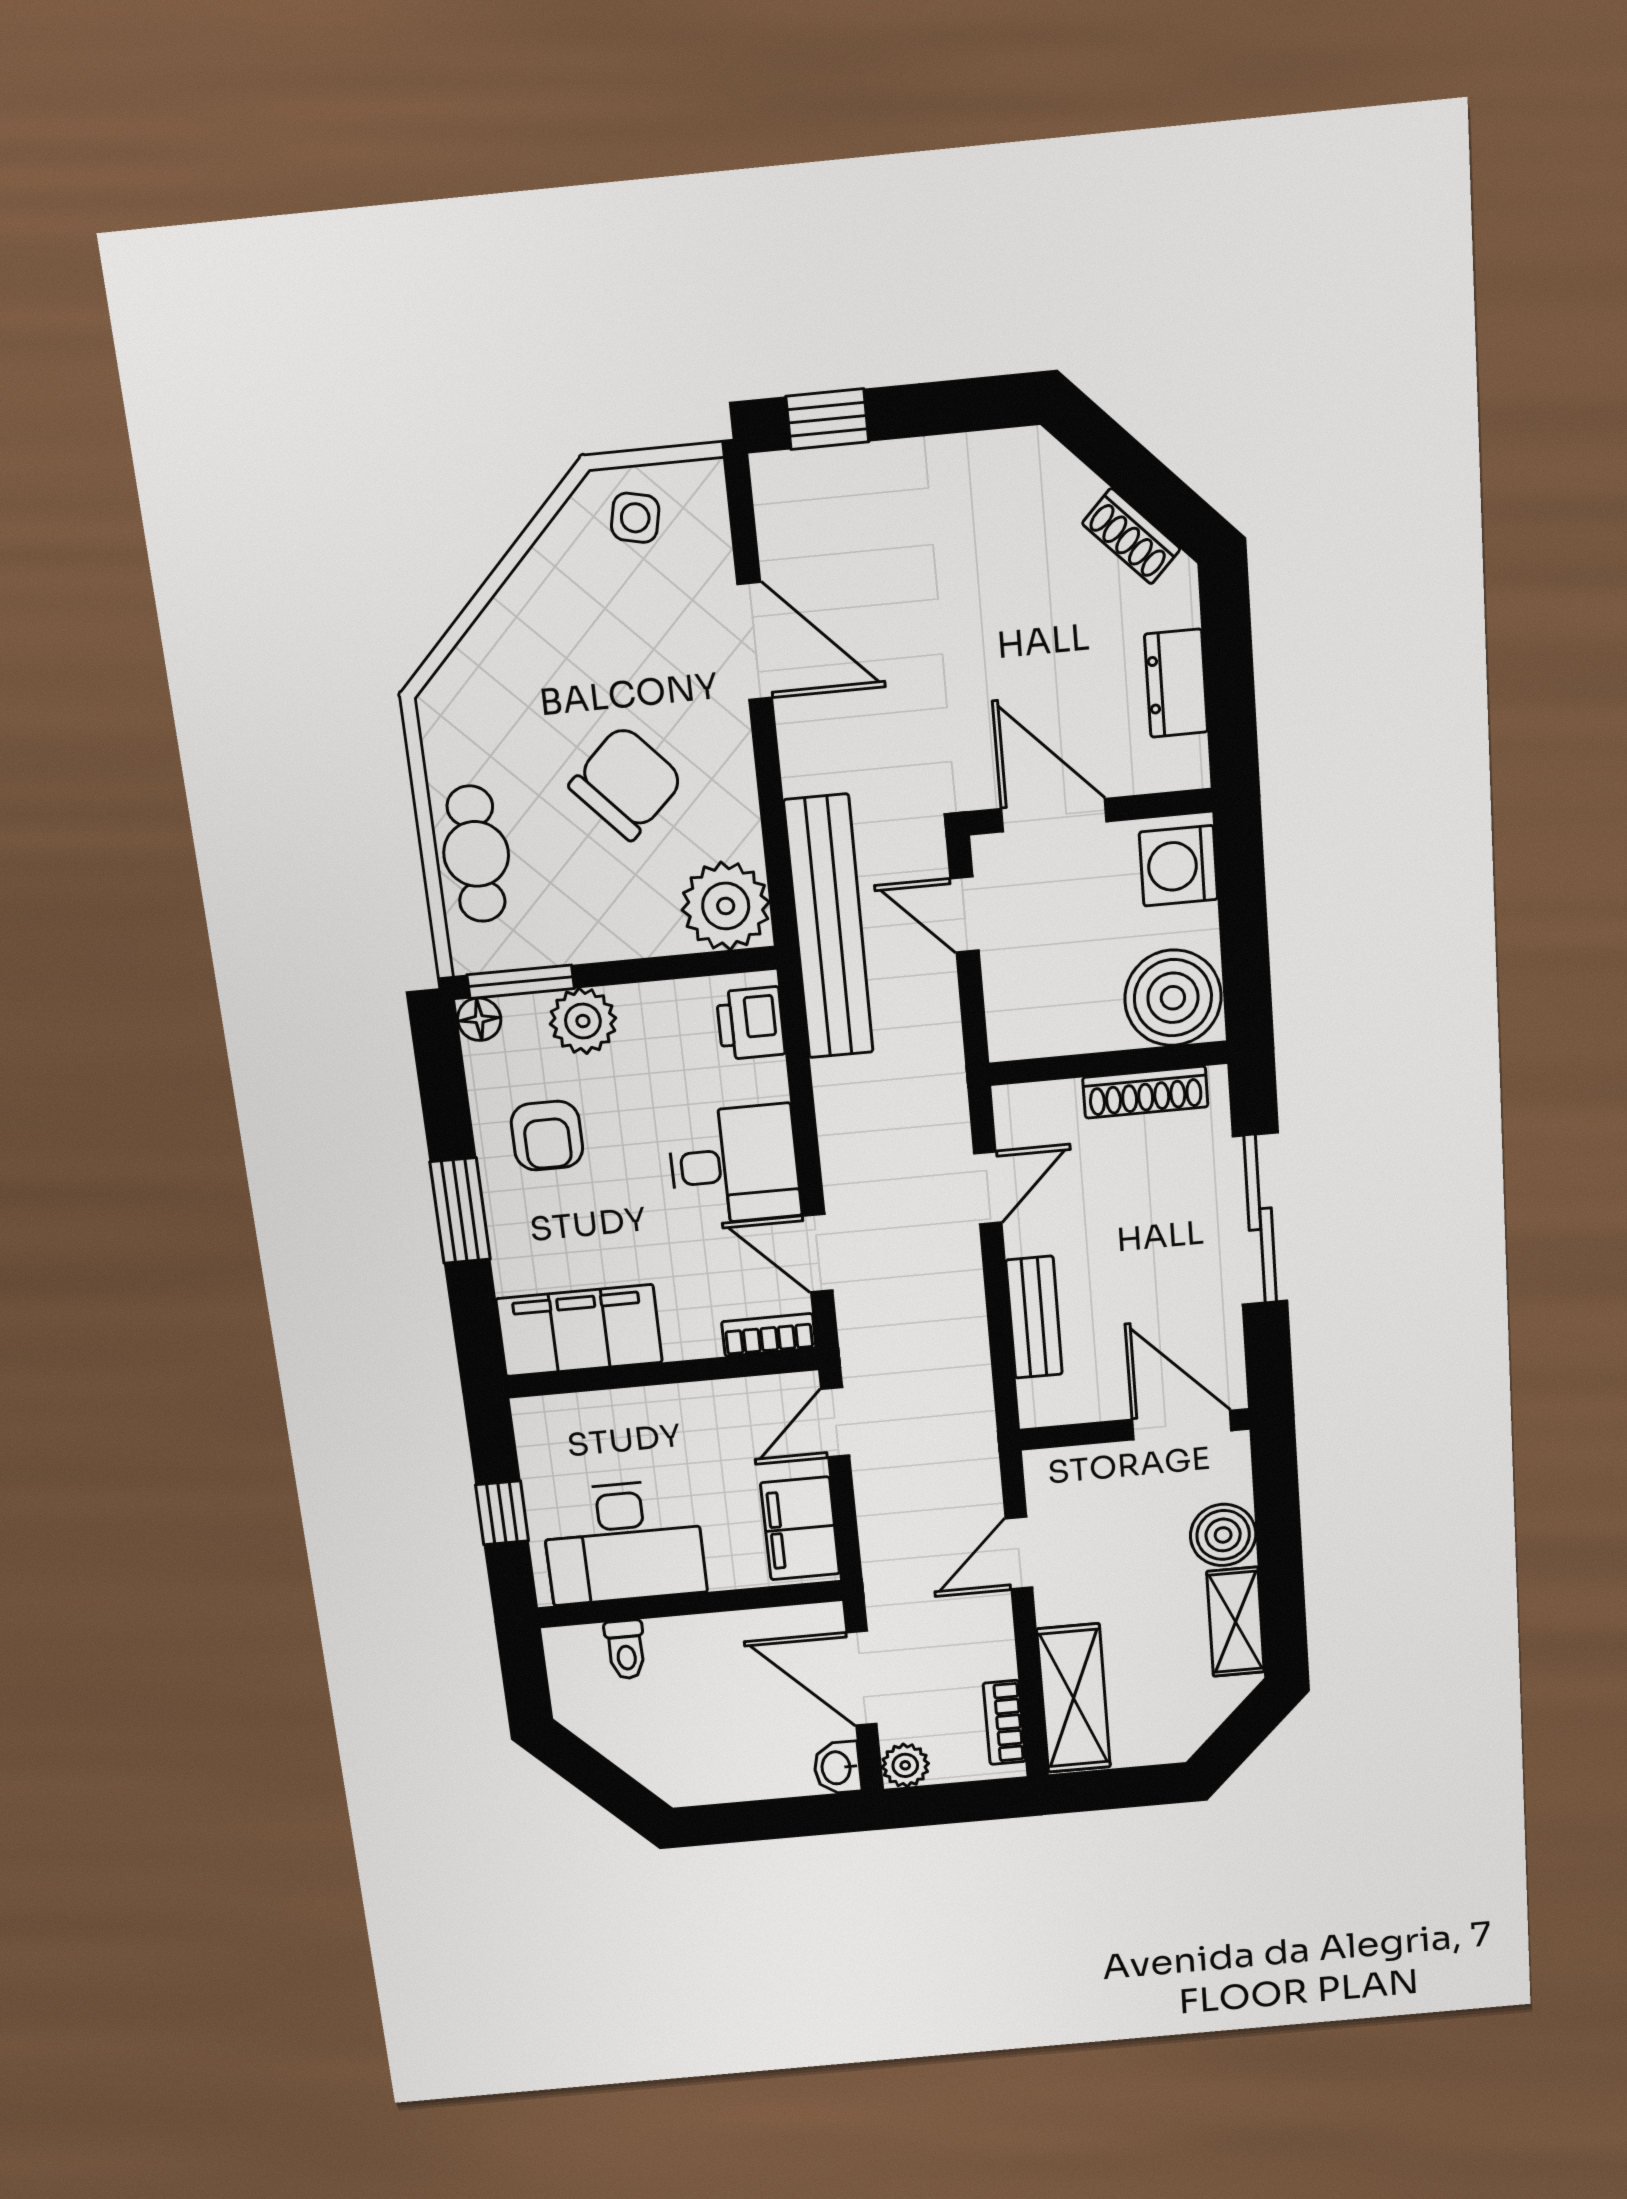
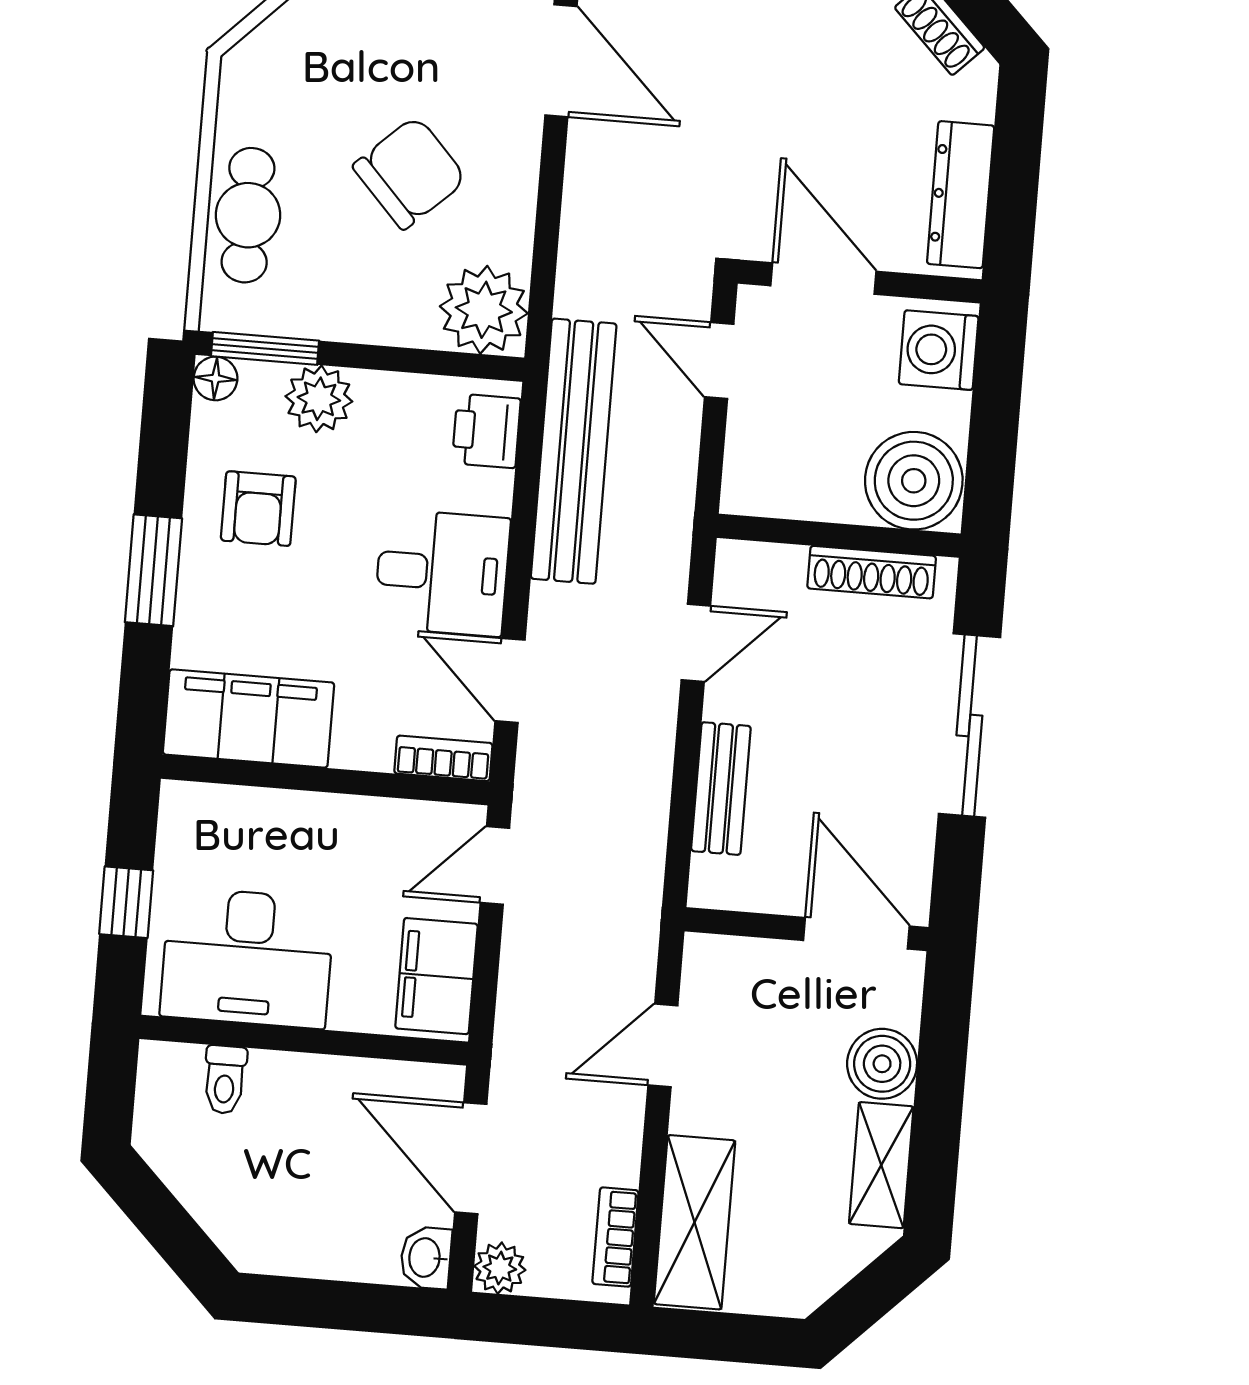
dresser: (1176, 683) -> (961, 195), width x1.44
bench: (829, 927) -> (574, 451), moved

